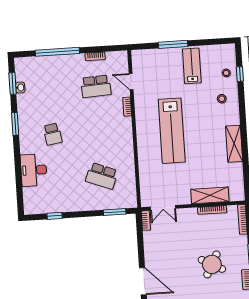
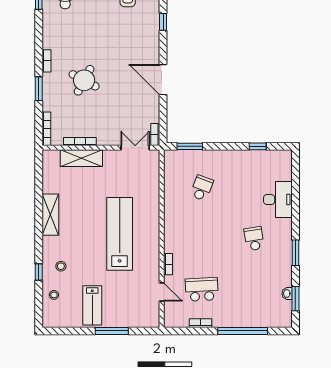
window: (240, 74) -> (39, 272), moved
school desk: (102, 176) -> (202, 188), width x0.54
door: (143, 281) -> (163, 80), moved

